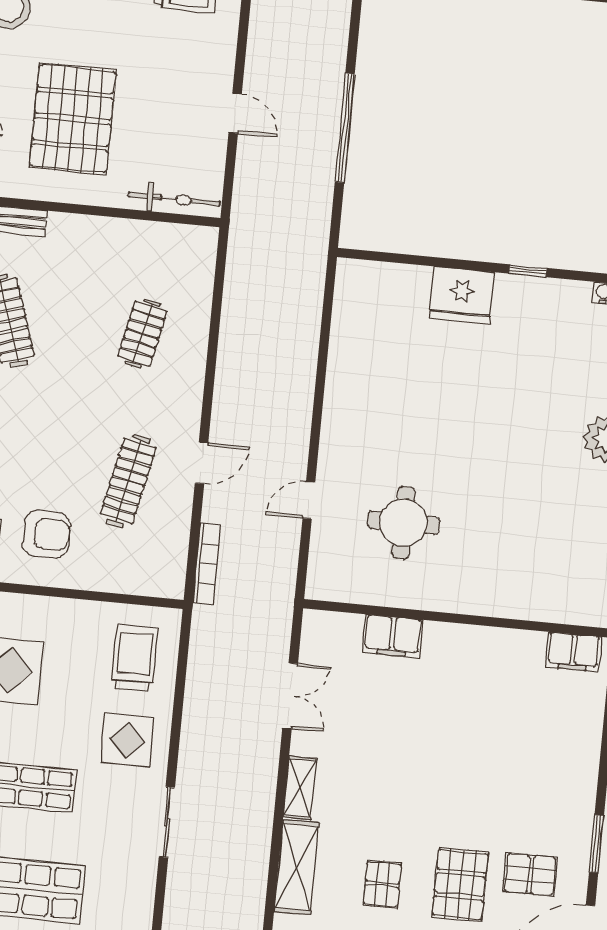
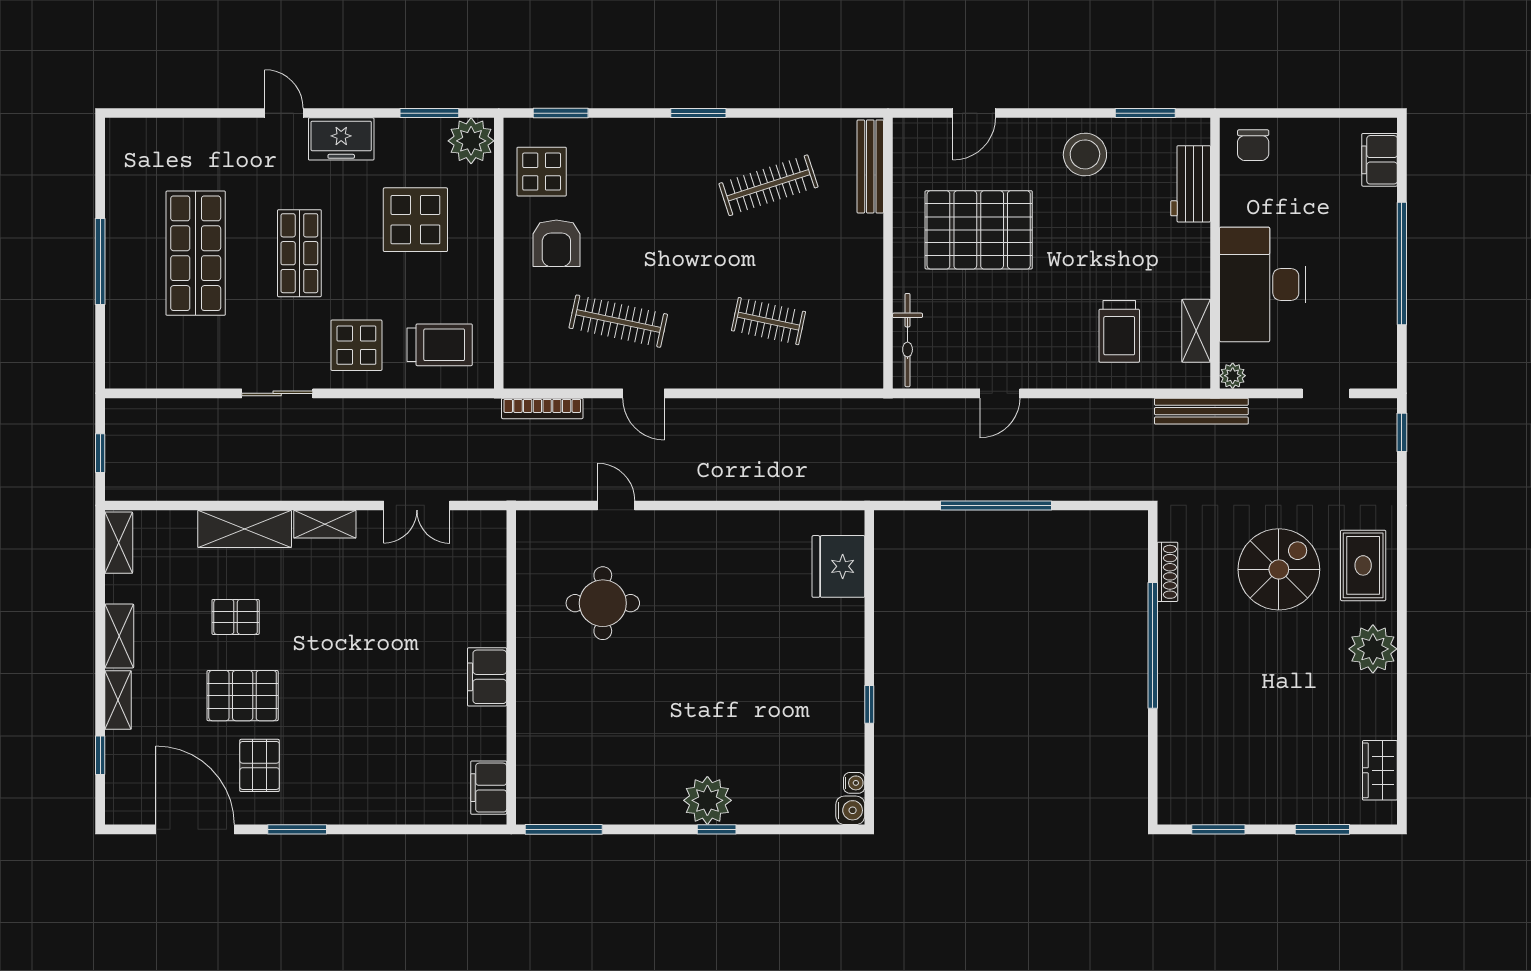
fridge: (462, 295) -> (838, 566), moved
filing cabinet: (393, 636) -> (487, 677), moved

